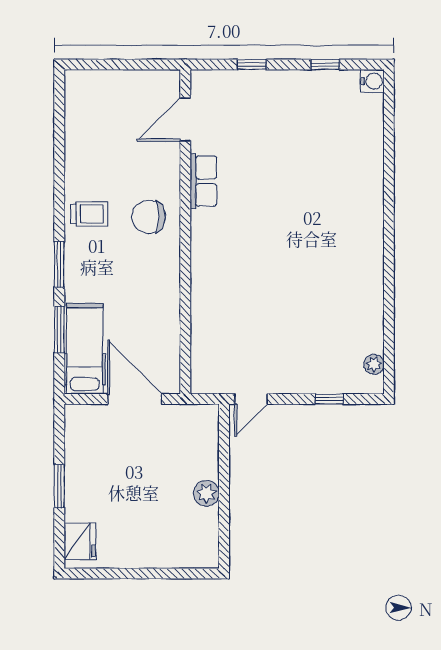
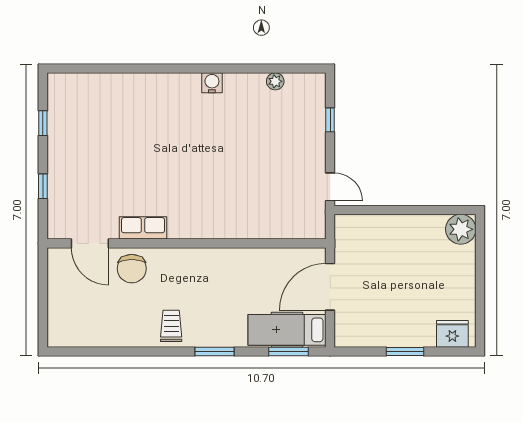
water cooler: (372, 81) -> (212, 83), moved
chair: (149, 217) -> (132, 269), moved
window: (59, 329) -> (289, 352), moved
plant: (374, 364) -> (275, 81), moved
plant: (206, 493) -> (461, 229), moved, width x1.36, depth x1.36

